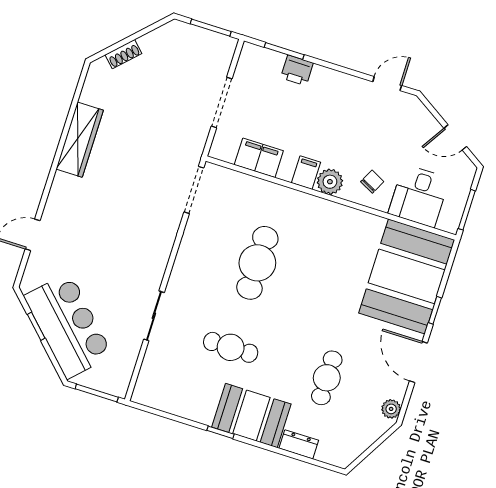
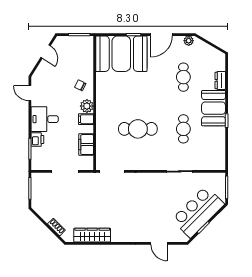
wardrobe: (80, 140) -> (92, 235), moved
desk: (419, 196) -> (45, 119), moved, turned 180
cafe table: (327, 378) -> (183, 77), turned 90

